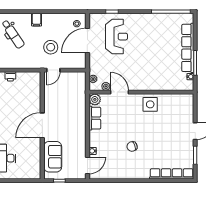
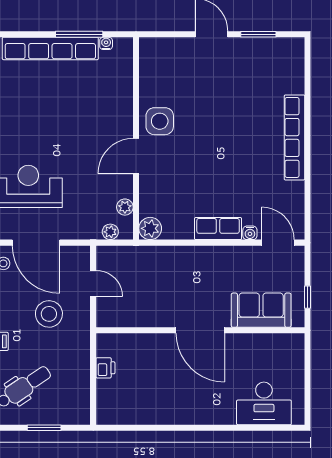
door: (53, 70) -> (93, 283), moved
printer: (10, 76) -> (105, 368), moved
door: (120, 92) -> (136, 156), moved
row of seats: (95, 118) -> (218, 229), moved
chair: (132, 146) -> (241, 156), removed
row of seats: (172, 174) -> (294, 137), moved

